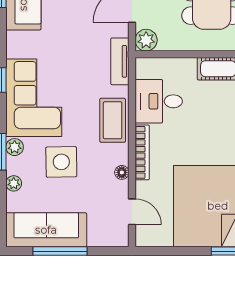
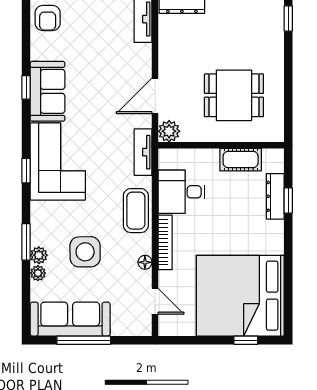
corner sofa: (34, 98) -> (58, 161), moved
plant: (15, 147) -> (39, 255), moved

